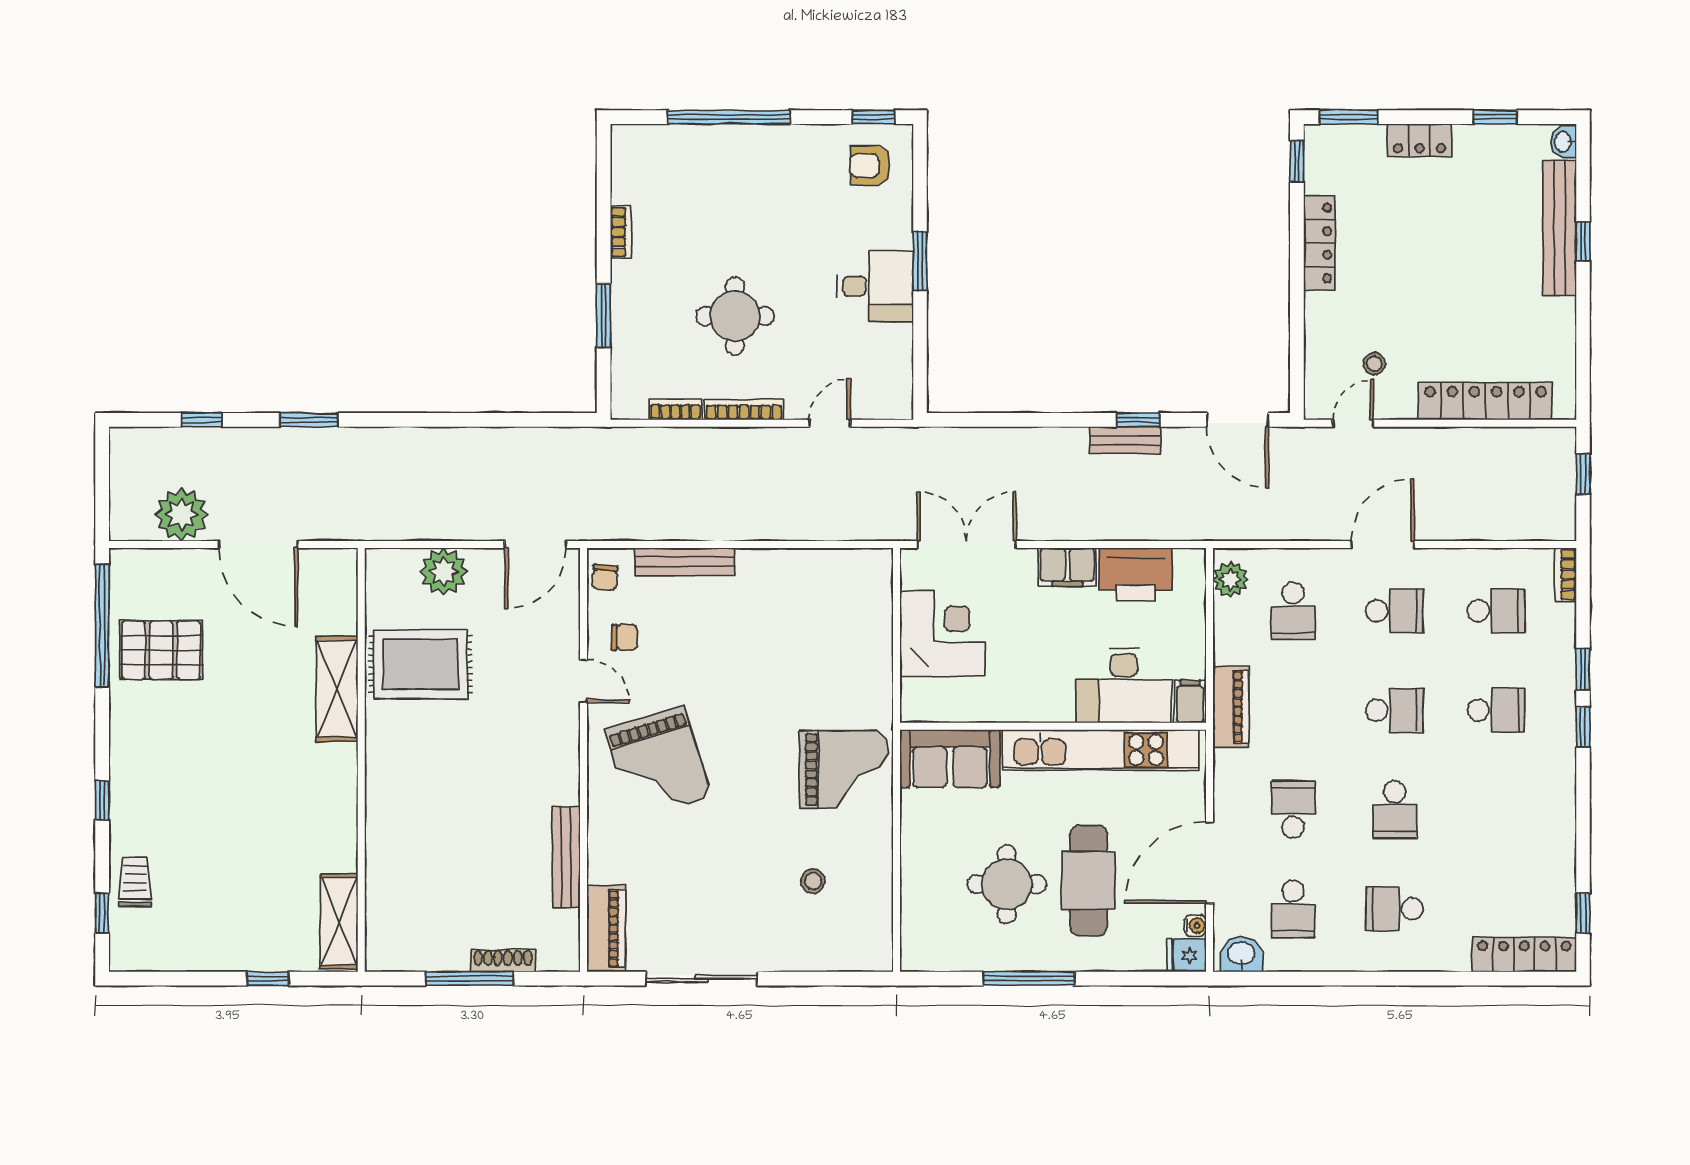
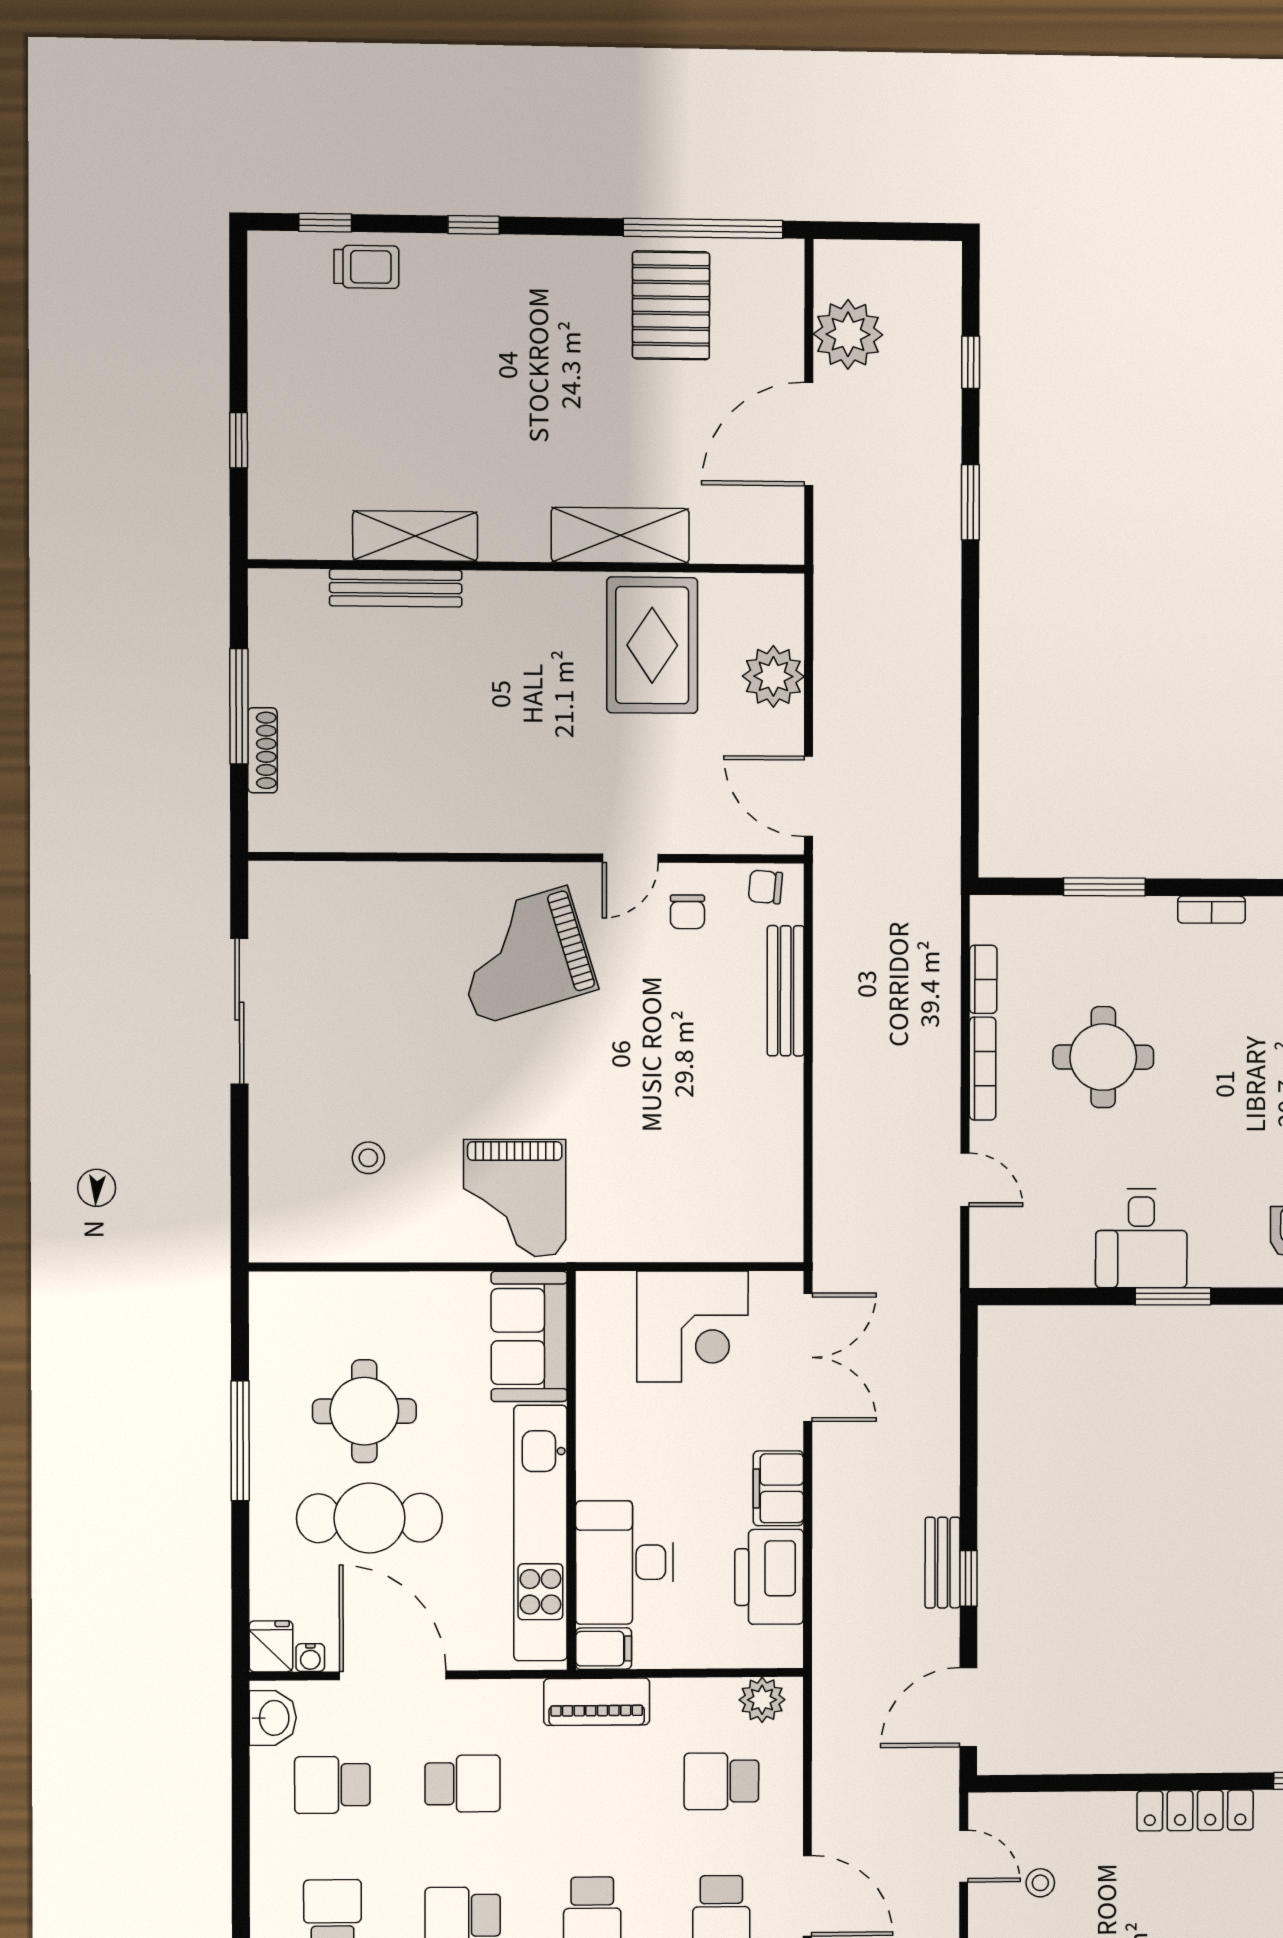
bench: (566, 857) -> (396, 588), moved
shelving: (339, 921) -> (415, 536), moved
piano: (606, 929) -> (305, 886), removed

